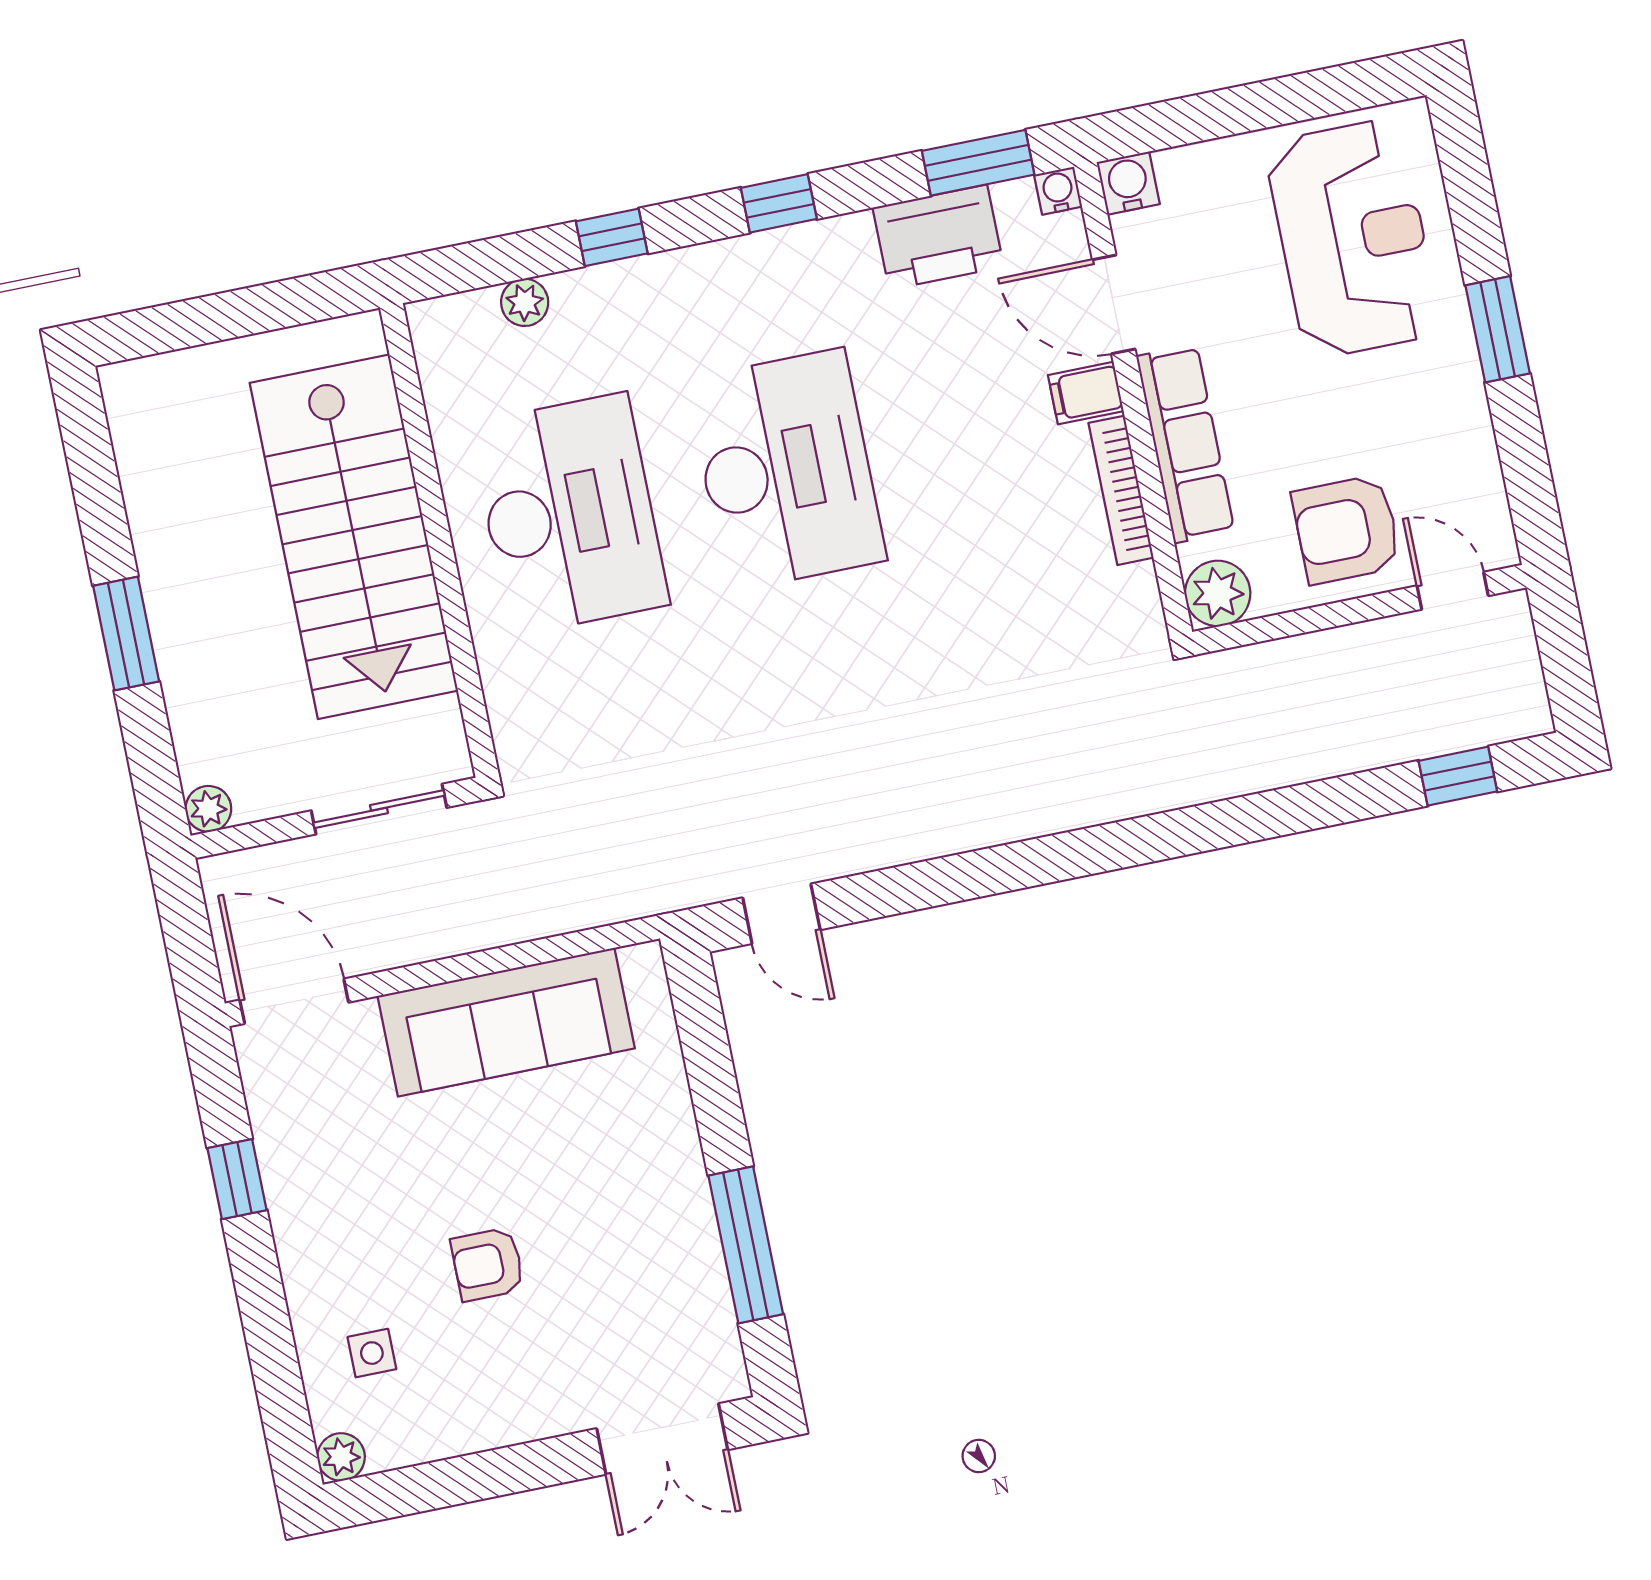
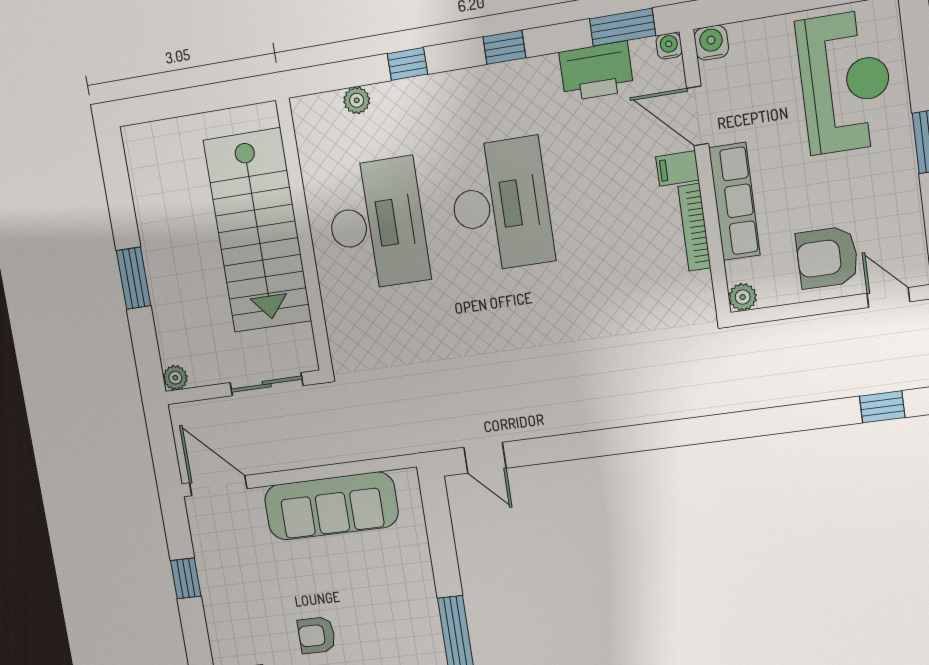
plant: (1218, 593) -> (743, 297), width x0.73, depth x0.73

